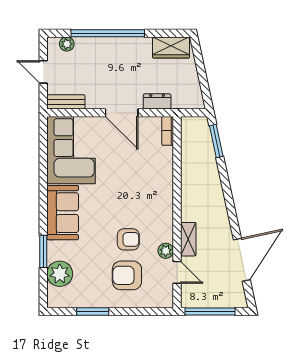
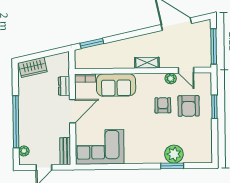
wardrobe: (171, 47) -> (33, 67), moved, turned 78
sofa: (63, 213) -> (116, 85), moved, turned 180
shelving: (188, 239) -> (147, 63), moved
door: (177, 272) -> (186, 70), swing flipped
plant: (60, 274) -> (174, 154), moved
window: (93, 312) -> (214, 107), moved

